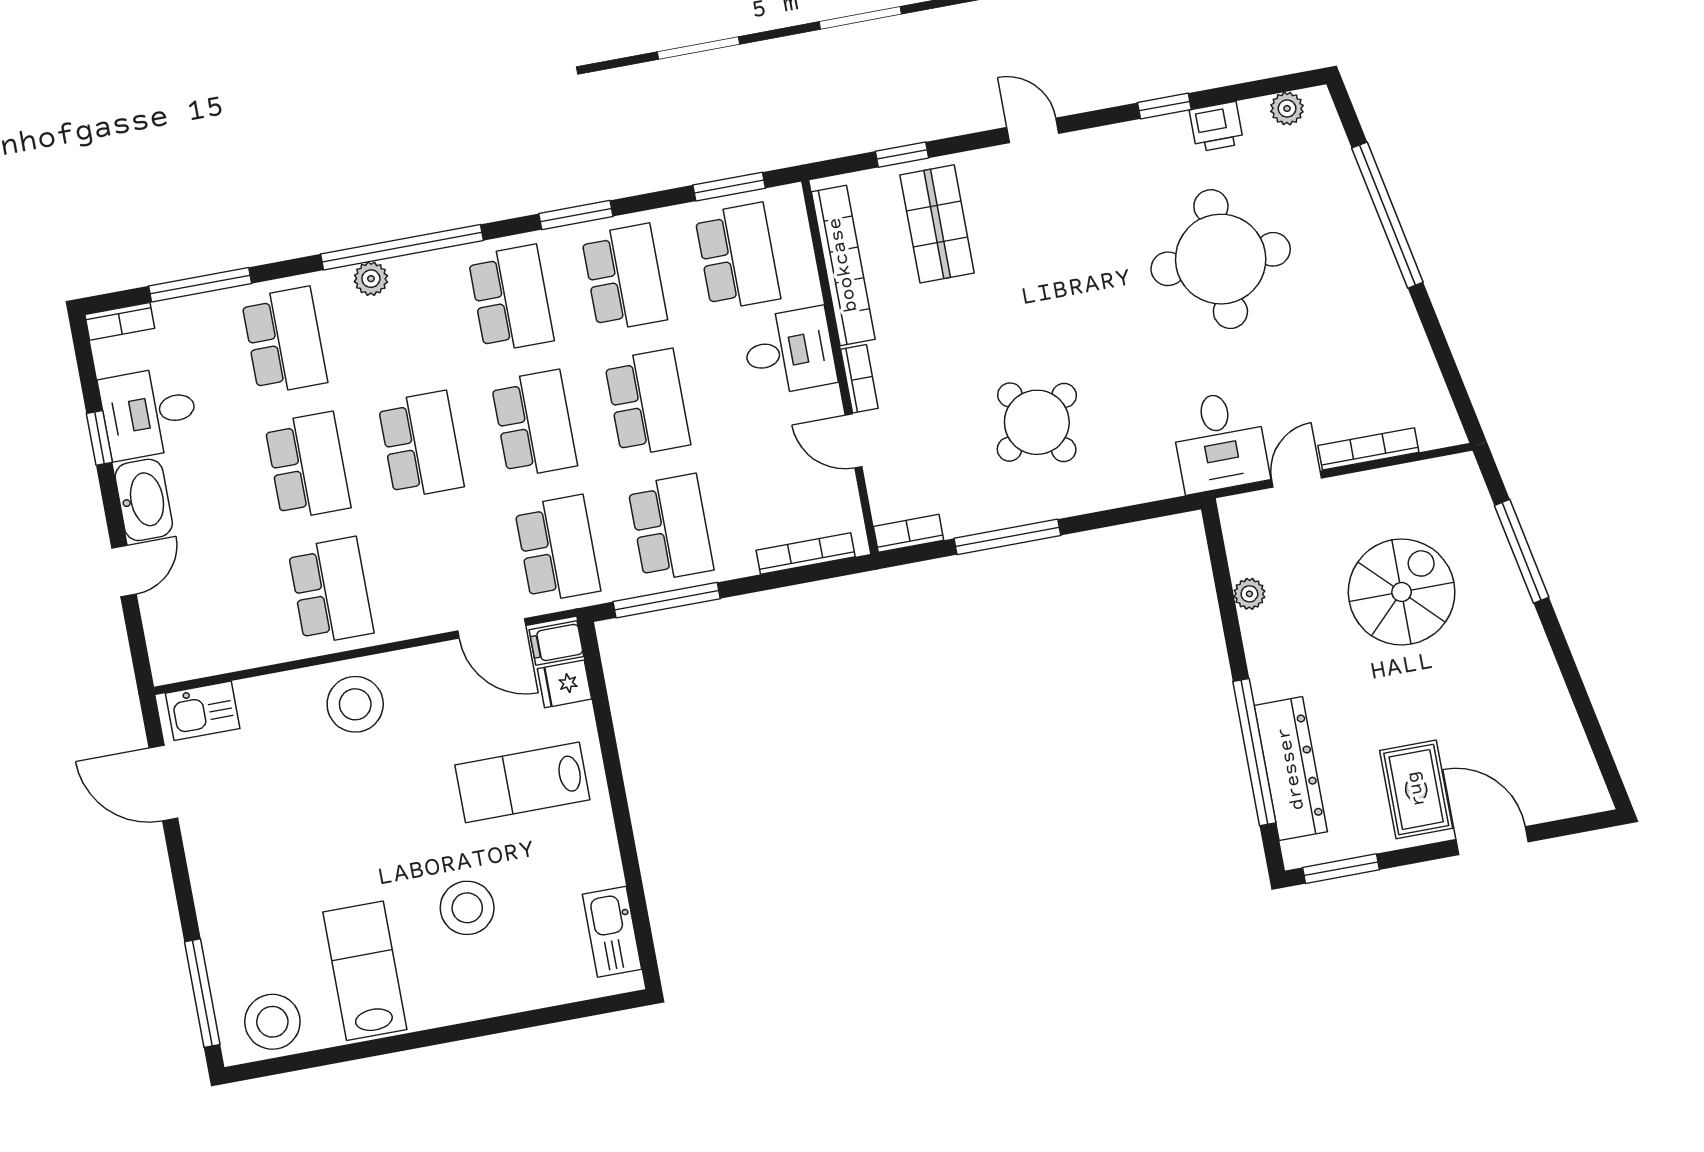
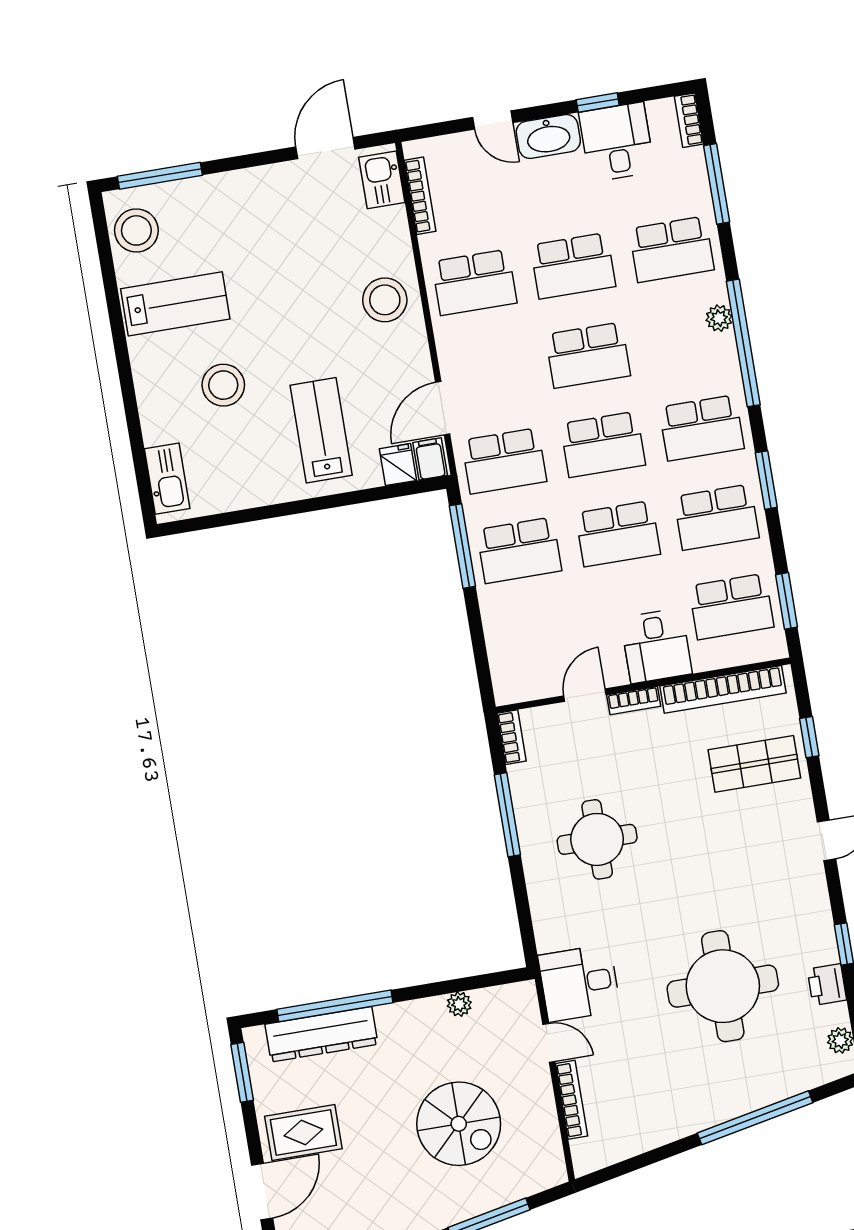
round table: (1037, 422) -> (597, 839), turned 34
bookcase: (806, 553) -> (420, 196), moved
kitchen sink: (612, 932) -> (167, 479), moved, turned 90

